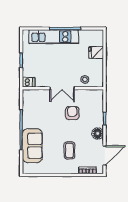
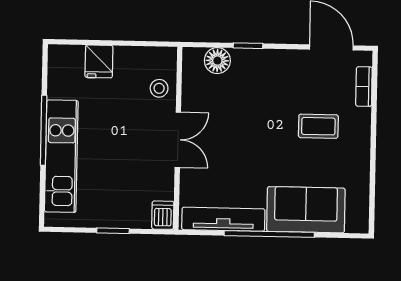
tv unit: (27, 109) -> (223, 219), added
armchair: (72, 113) -> (234, 118), removed
floor lamp: (98, 133) -> (217, 61), moved

